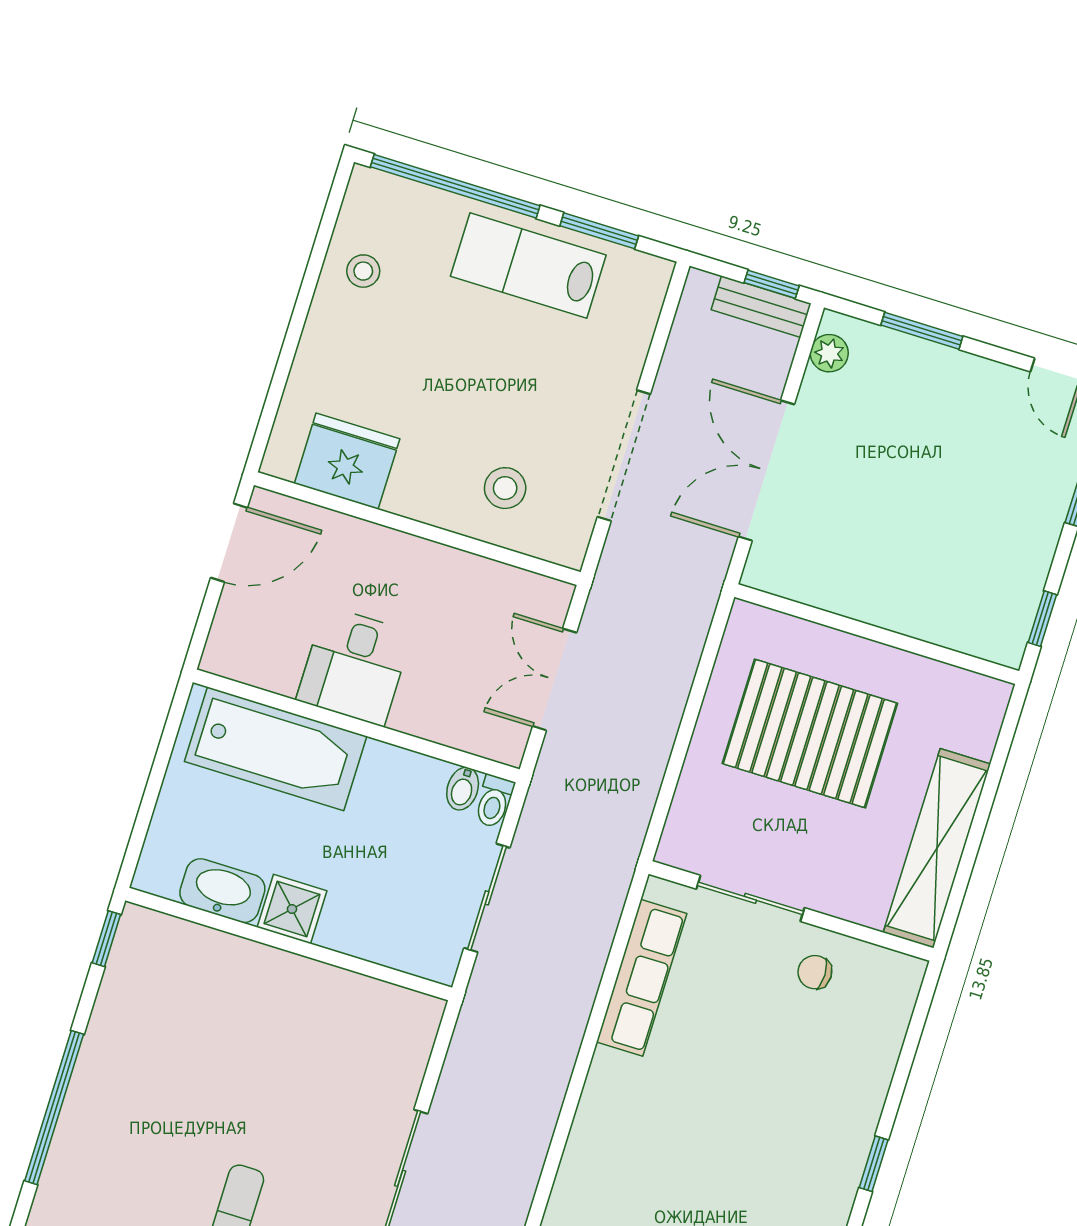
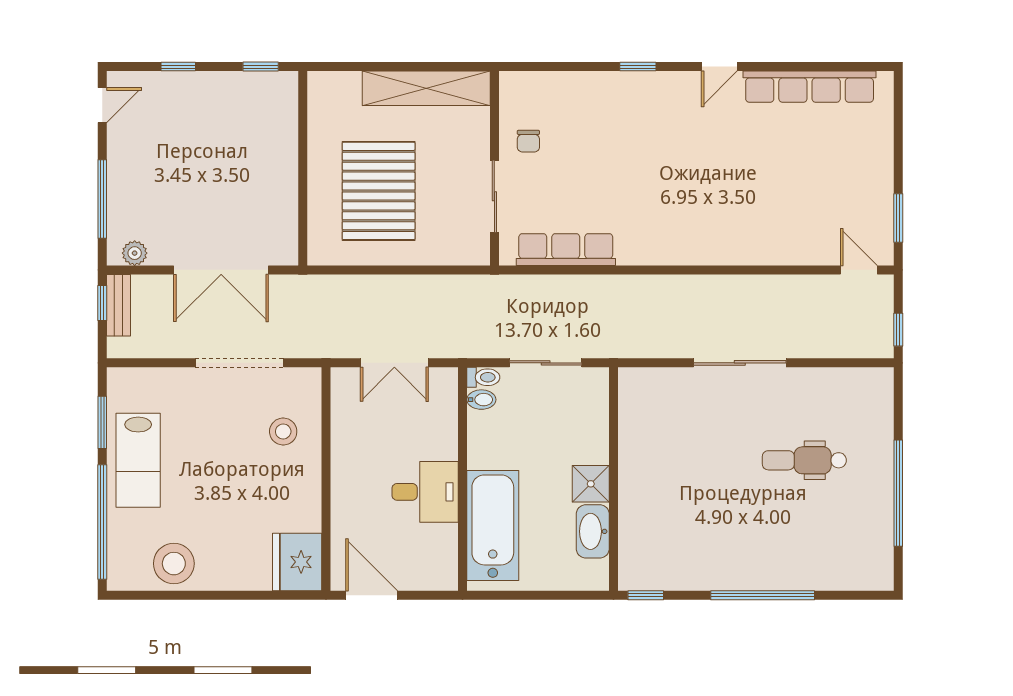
stool: (363, 271) -> (174, 564), width x1.89, depth x1.89
window: (922, 331) -> (102, 199), width x1.44
fridge: (347, 461) -> (297, 562), moved

